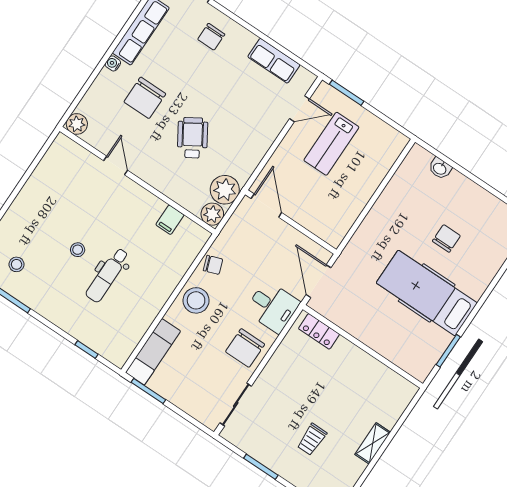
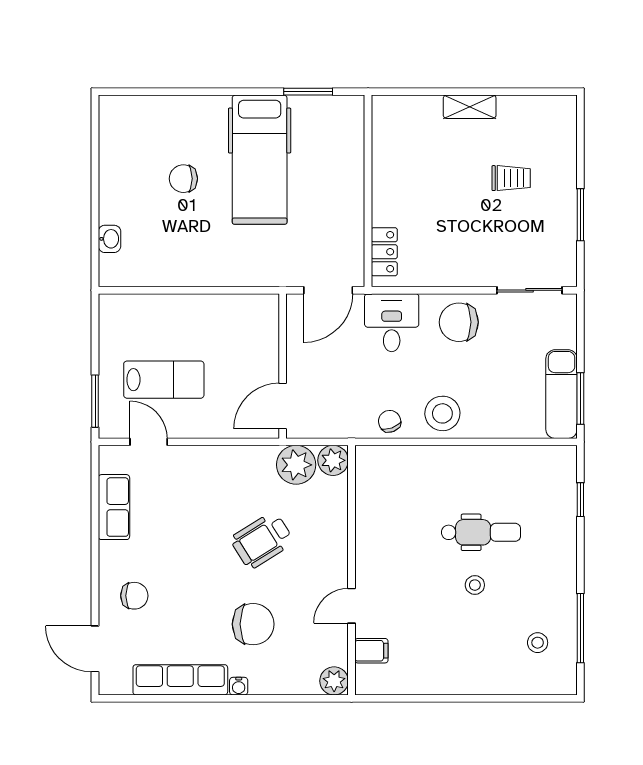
filing cabinet: (170, 220) -> (371, 651), moved
chair: (245, 348) -> (459, 322), turned 180
exam couch: (153, 352) -> (562, 394), moved, turned -90

